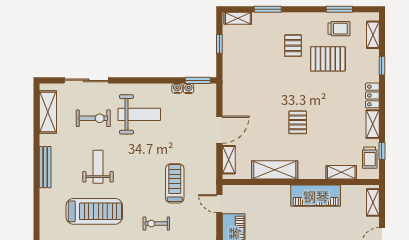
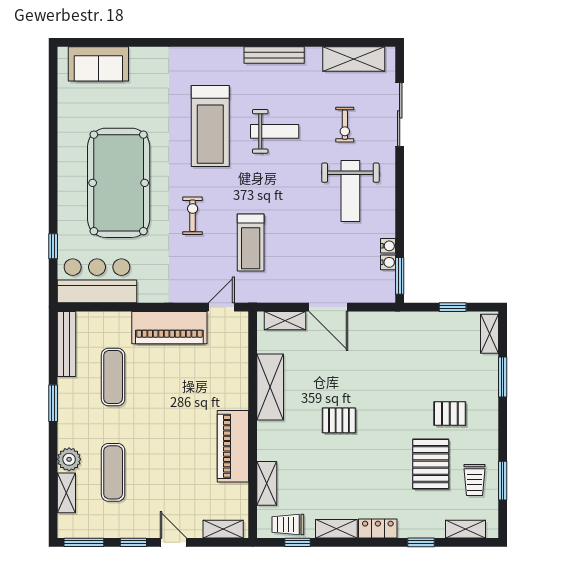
exercise bike: (93, 118) -> (345, 125), width x0.73, depth x0.72
treadmill: (175, 183) -> (251, 242), turned 90

